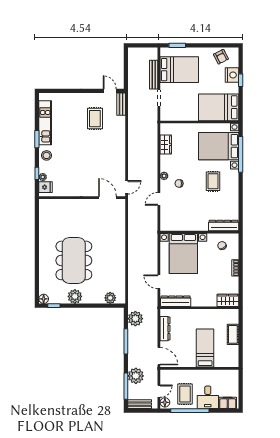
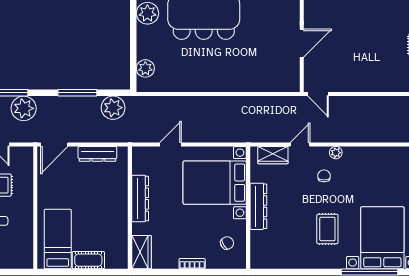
wardrobe: (166, 145) -> (273, 155), moved
rug: (213, 181) -> (327, 229), turned 90
door: (108, 198) -> (302, 43), moved
door: (159, 199) -> (300, 145), hinge flipped
dresser: (224, 226) -> (258, 206), moved
dresser: (176, 301) -> (140, 199), moved
bed: (205, 348) -> (58, 239), moved, turned -90

